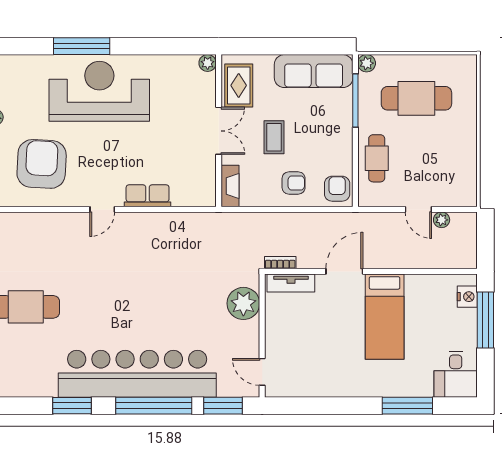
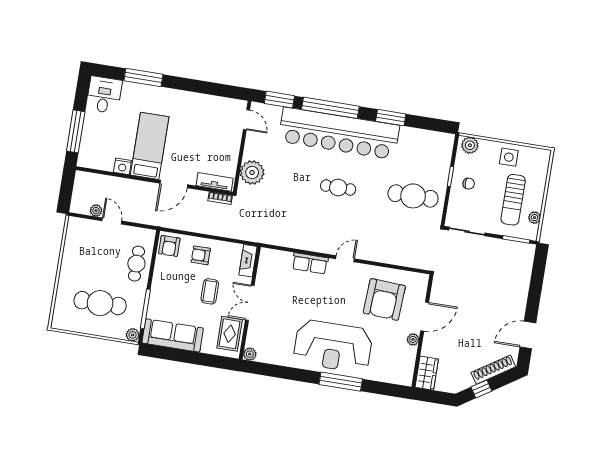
nightstand: (467, 297) -> (122, 166), moved, turned -90
cafe table: (127, 302) -> (338, 188), added

